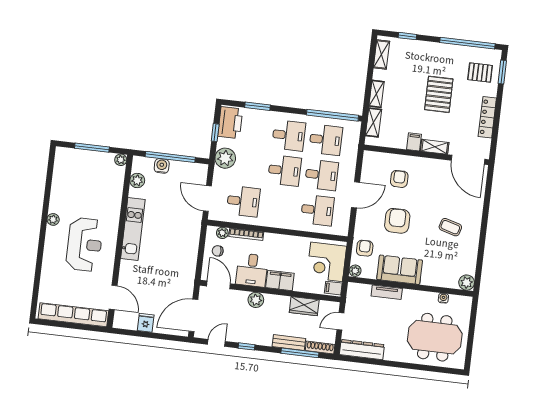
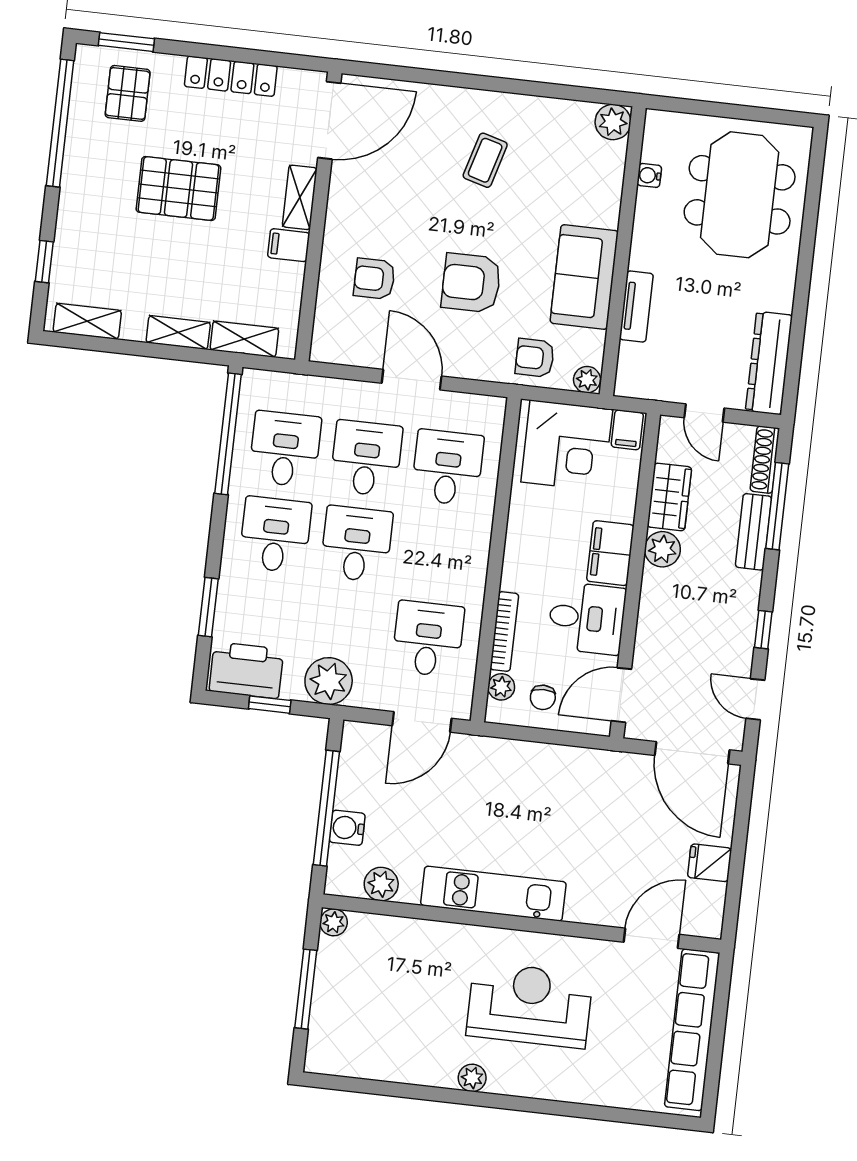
plant: (256, 300) -> (662, 549), moved

